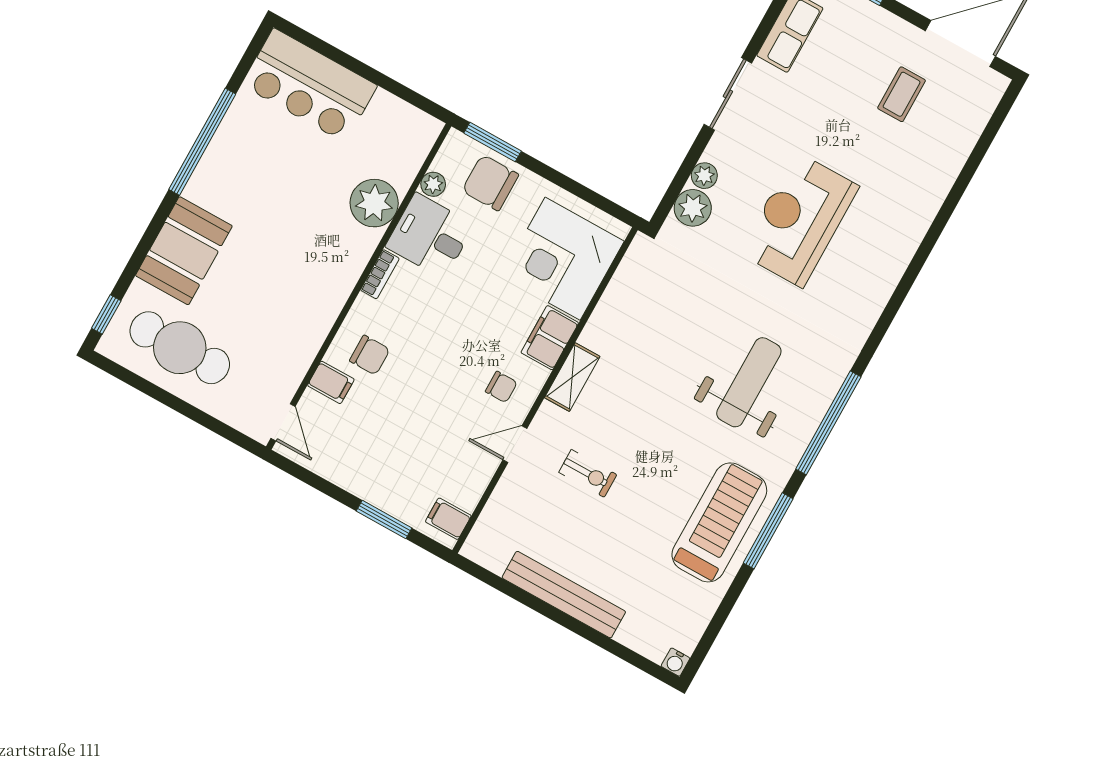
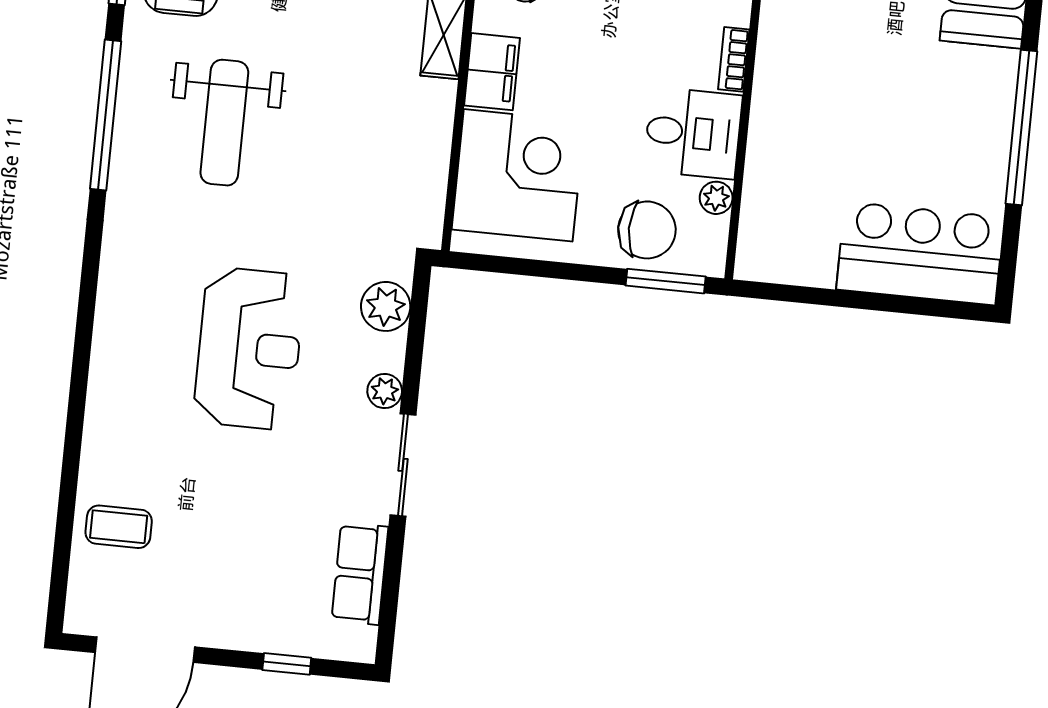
coffee table: (902, 94) -> (119, 527), moved, turned 90
plant: (704, 176) -> (385, 391), moved
plant: (374, 203) -> (778, 143), removed

